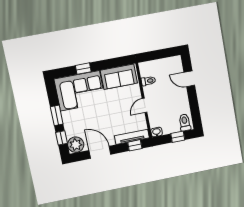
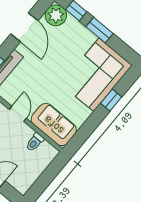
sofa: (119, 77) -> (54, 125), moved, turned 90
door: (100, 152) -> (24, 27), hinge flipped

